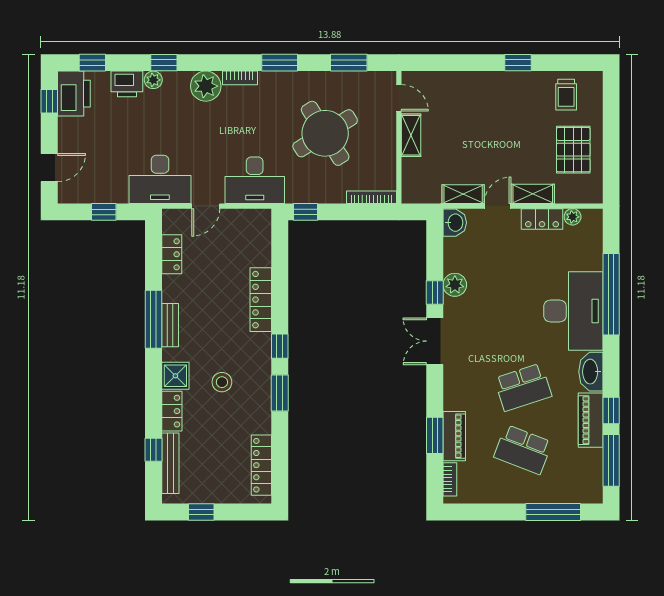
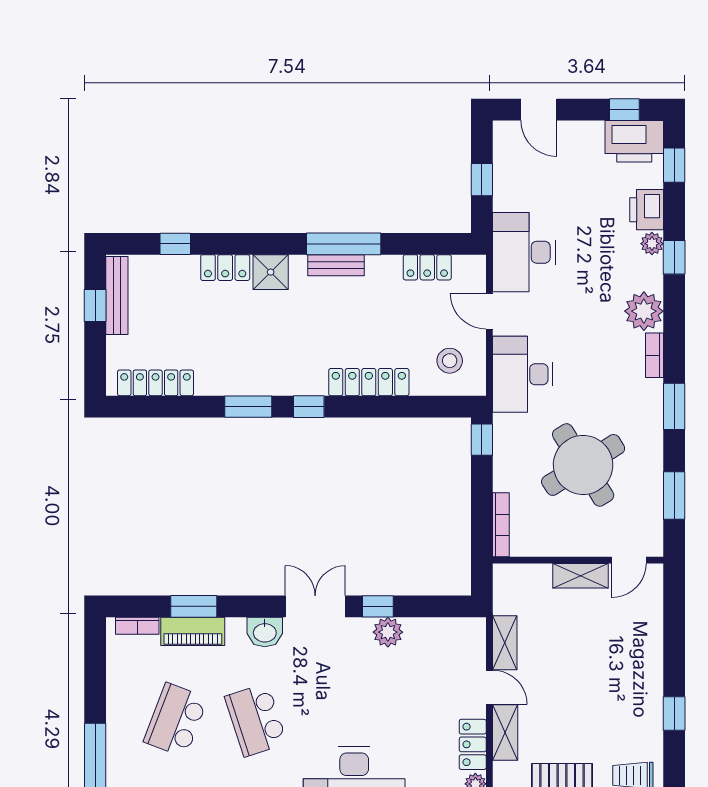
washbasin: (455, 223) -> (265, 632), moved
stool: (222, 382) -> (450, 361), moved
bench: (170, 463) -> (117, 295), moved, turned 90

